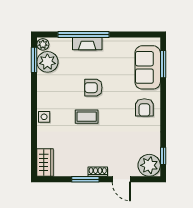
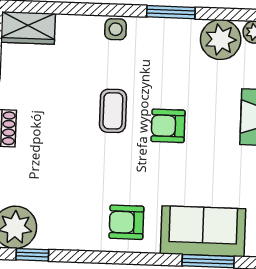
window: (34, 60) -> (171, 12), moved
armchair: (93, 88) -> (168, 126), turned -90

